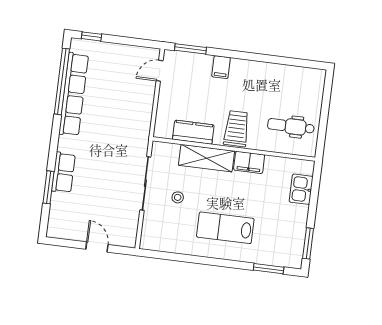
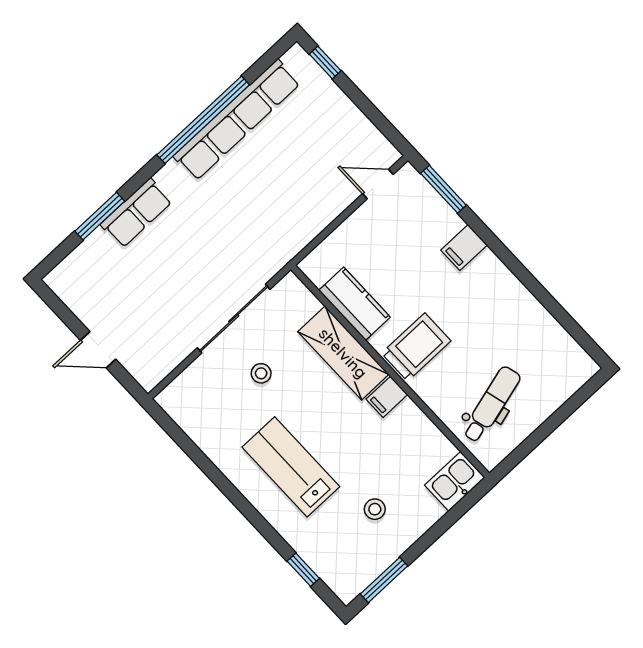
window: (62, 81) -> (203, 120), moved
dental chair: (291, 126) -> (491, 404), turned 75
filing cabinet: (249, 162) -> (387, 397), width x0.50
kitchen sink: (301, 189) -> (455, 481), moved
stool: (278, 216) -> (375, 509), added
door: (97, 247) -> (98, 350), swing flipped
window: (269, 269) -> (303, 570), width x0.67

